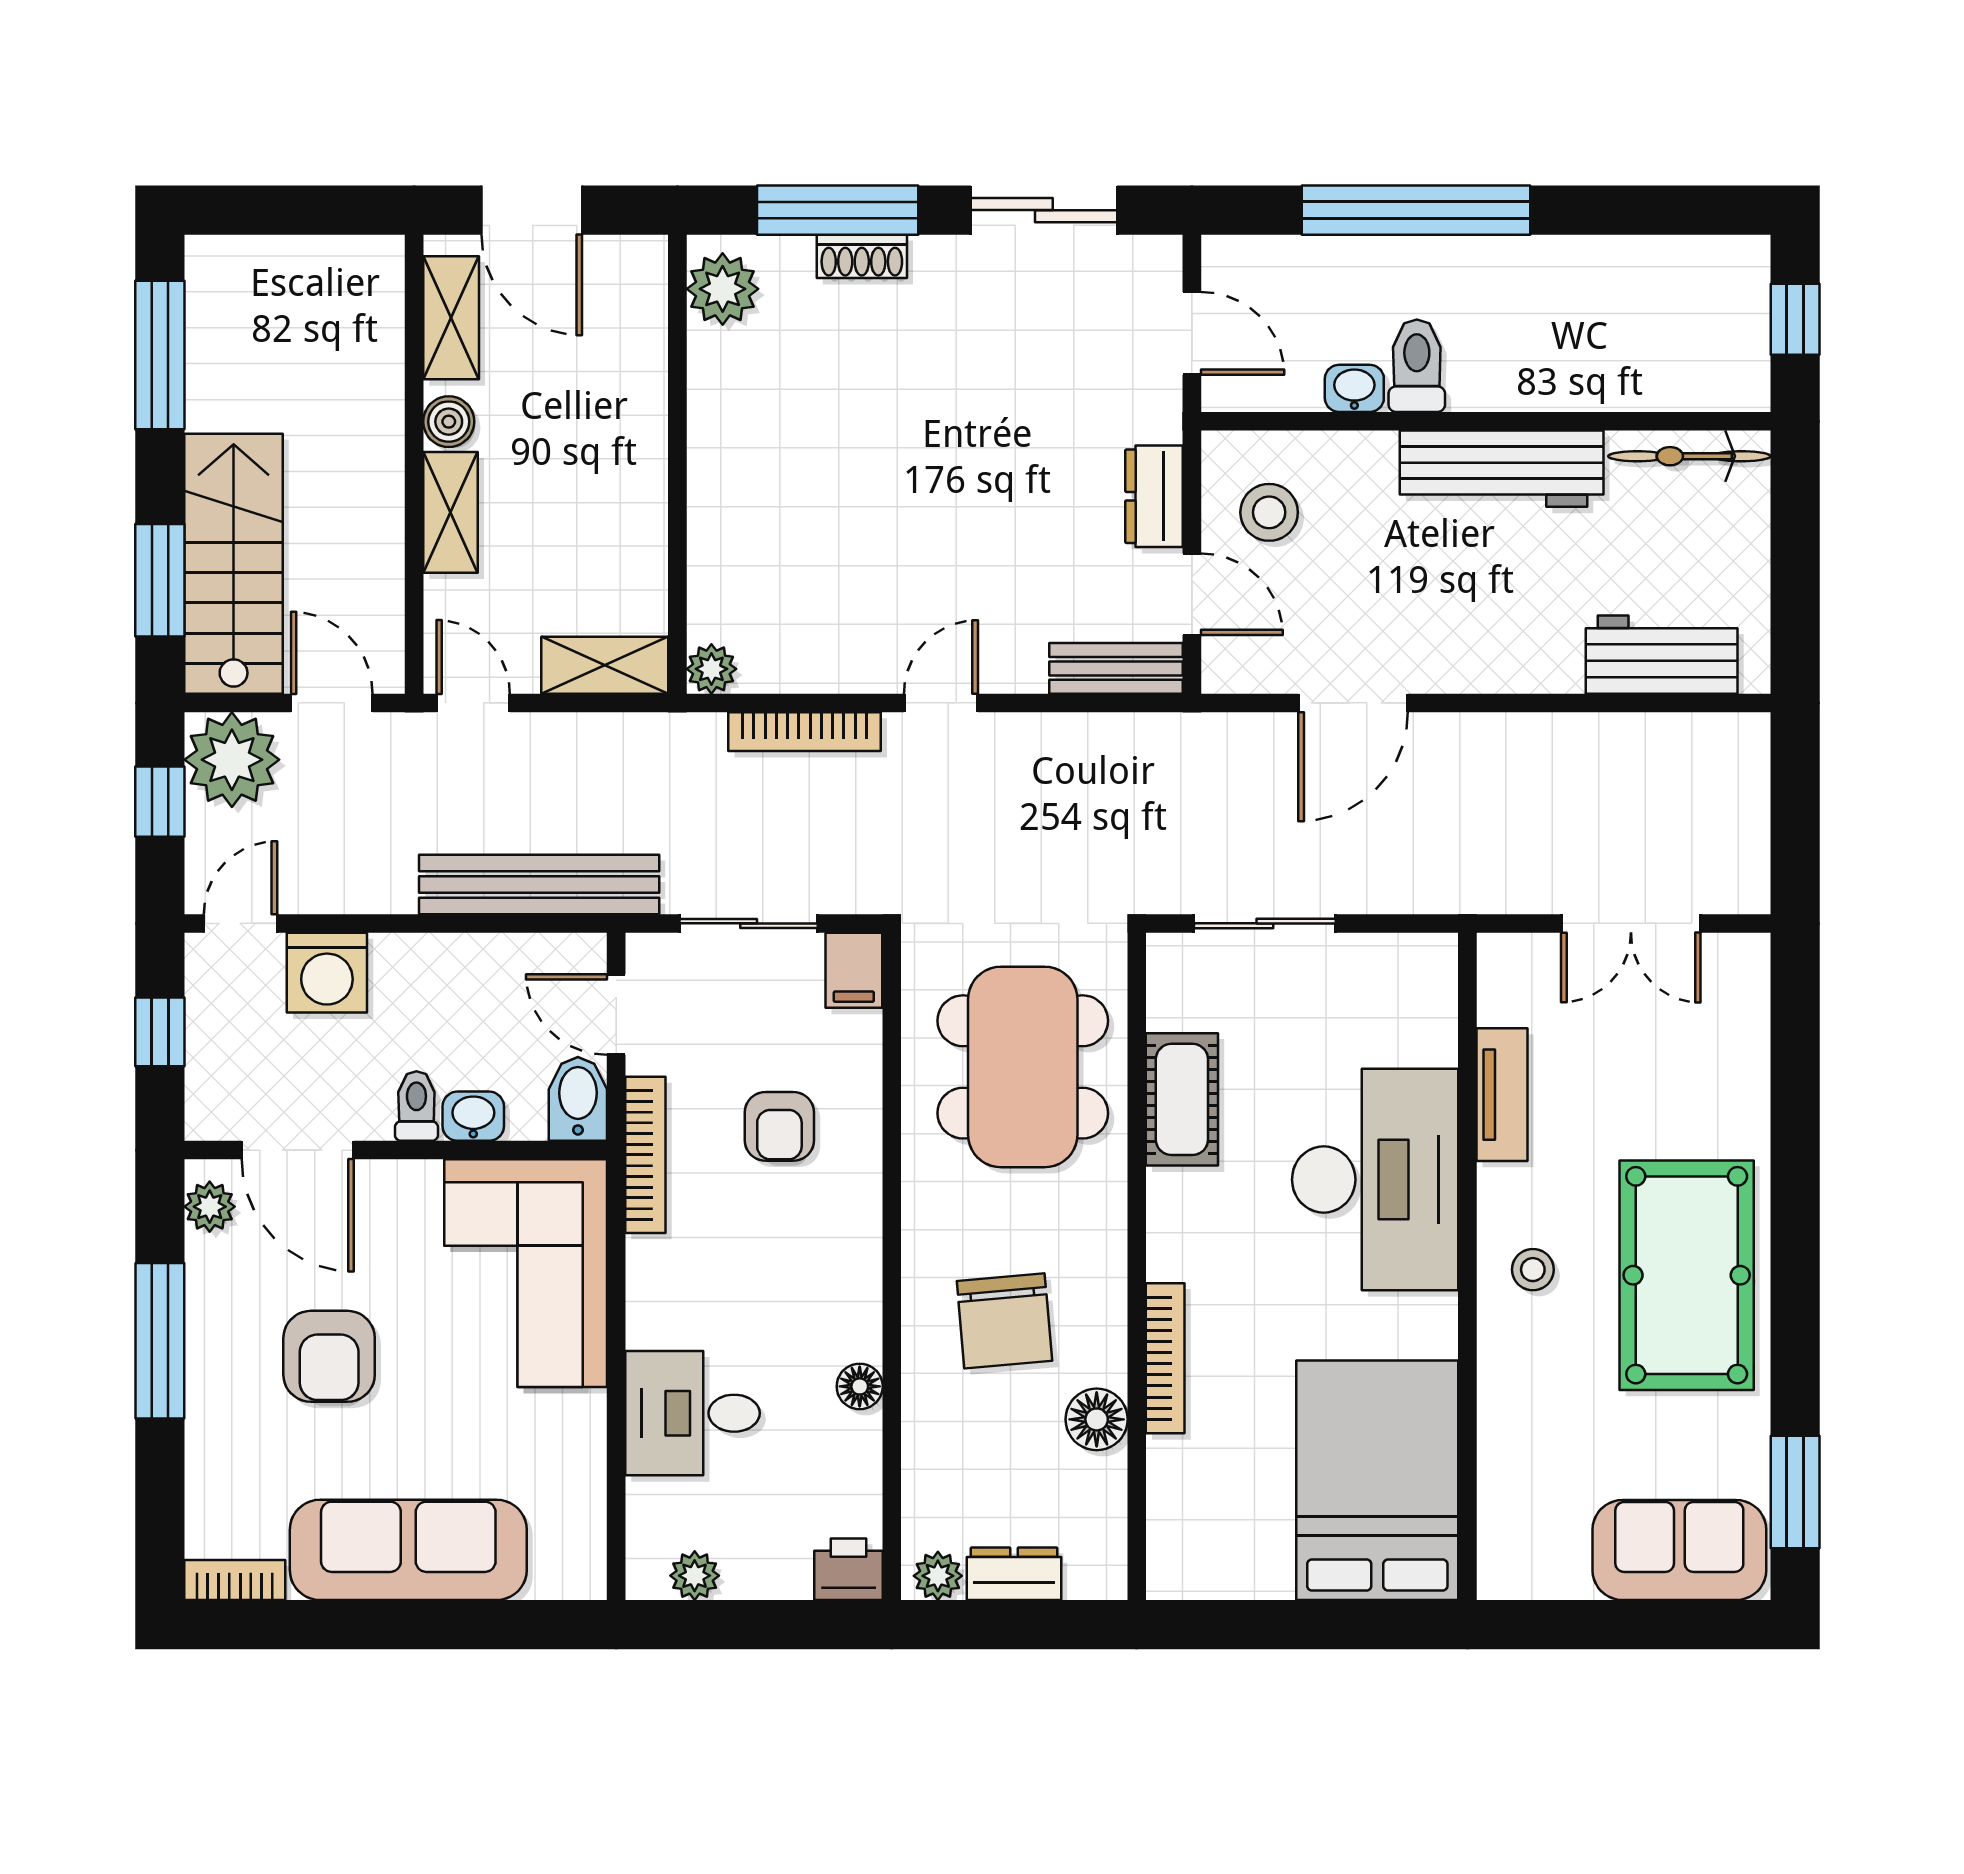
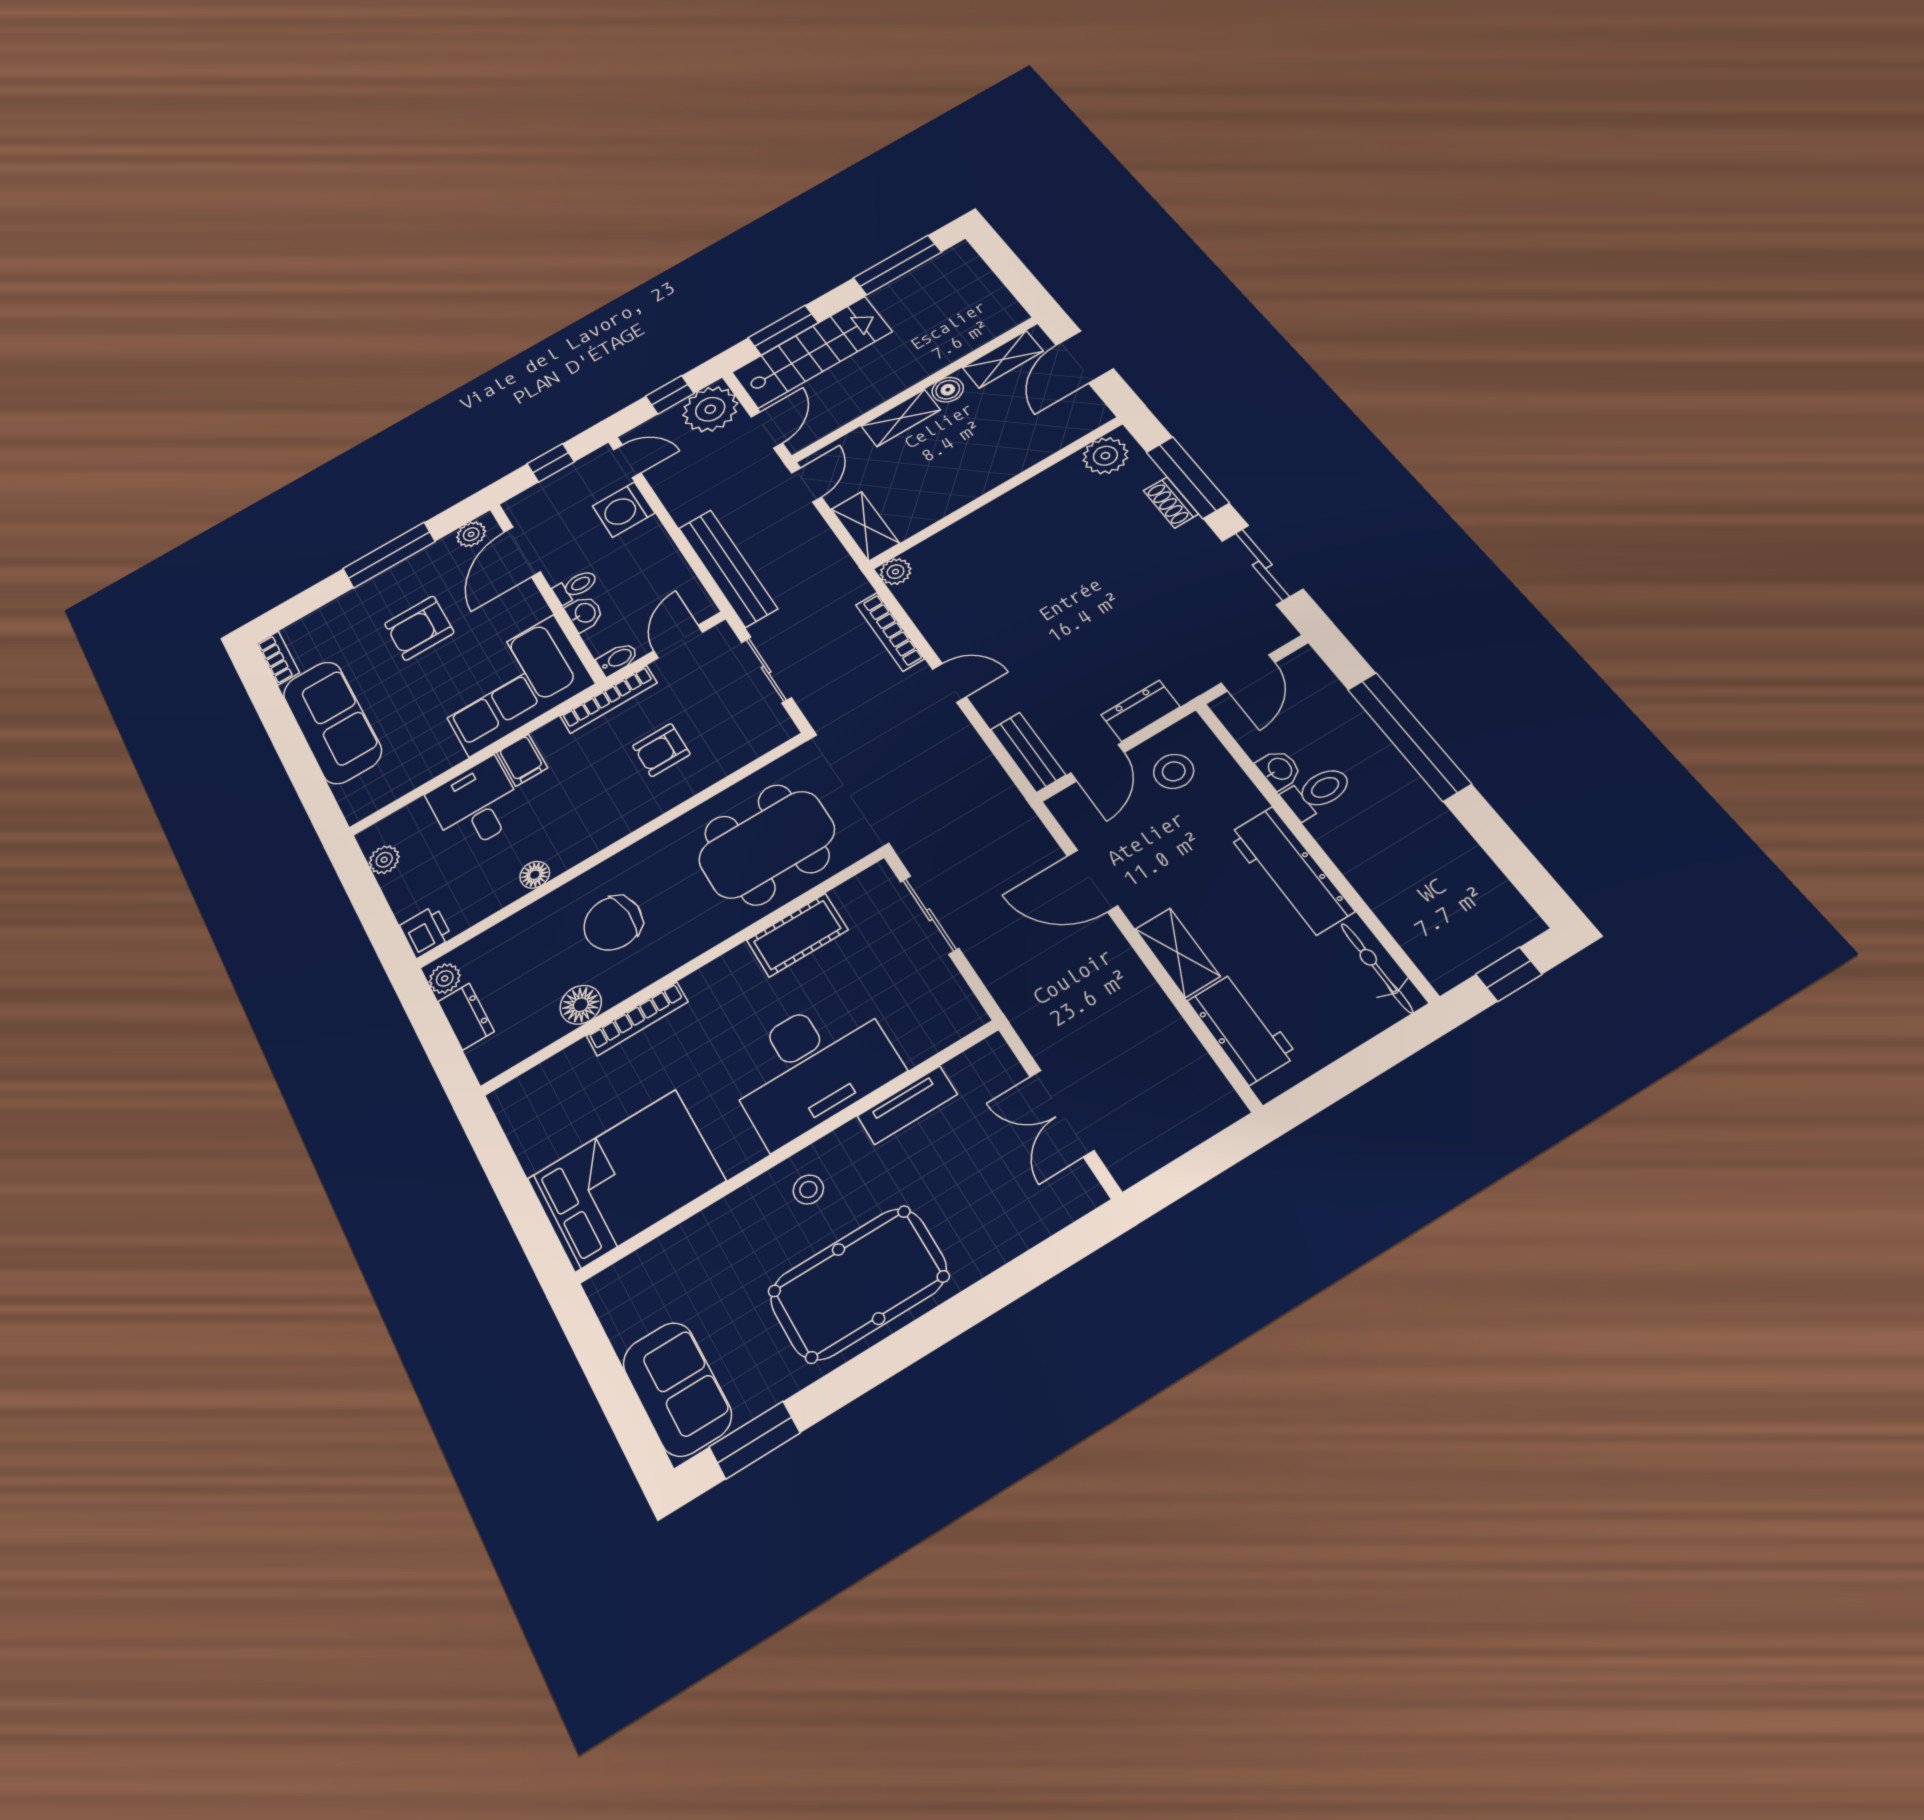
shelving: (1517, 665) -> (1178, 953), added
filing cabinet: (854, 970) -> (522, 760), moved, turned -90
bidet: (578, 1099) -> (617, 659), width x0.72, depth x0.74

